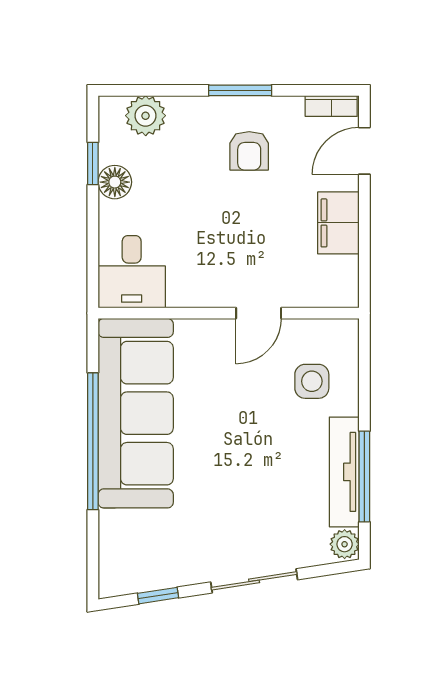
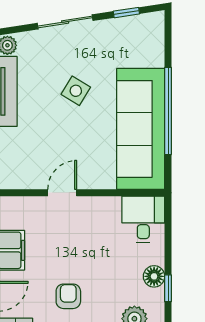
side table: (312, 381) -> (76, 91), moved, turned 31

